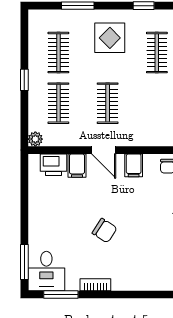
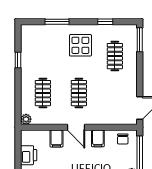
clothes rail: (58, 53) -> (43, 56), removed
window: (24, 80) -> (18, 60), moved
printer: (53, 165) -> (29, 155), moved, turned -90

